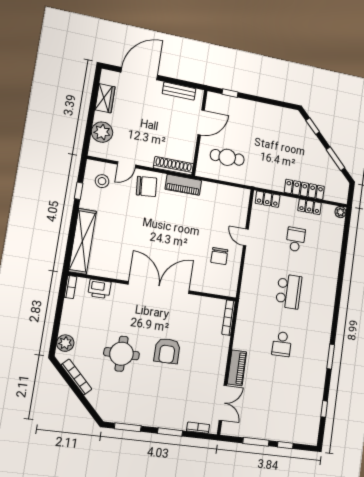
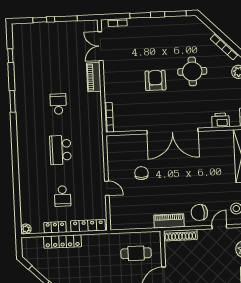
locker: (268, 199) -> (88, 226), width x1.53
chair: (219, 256) -> (141, 173), moved

